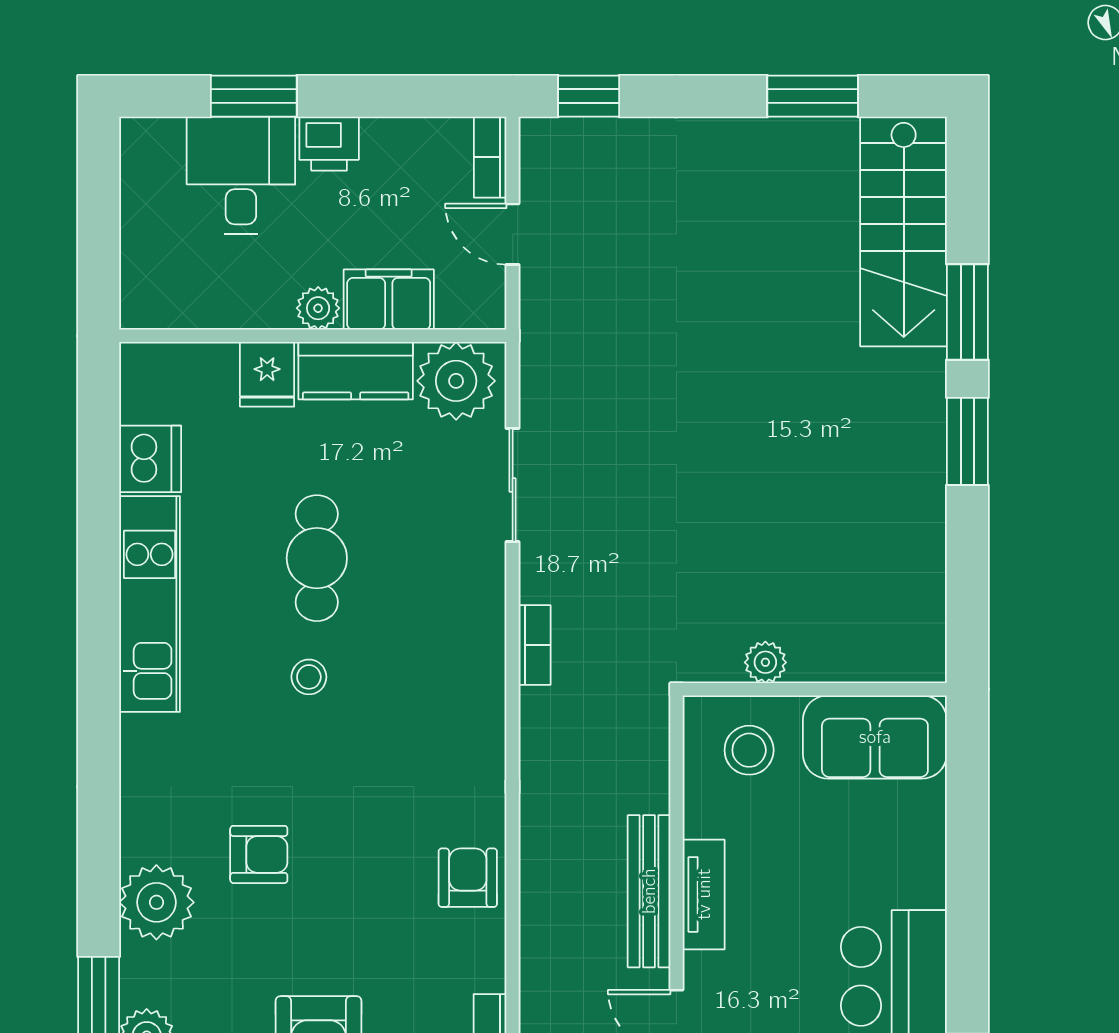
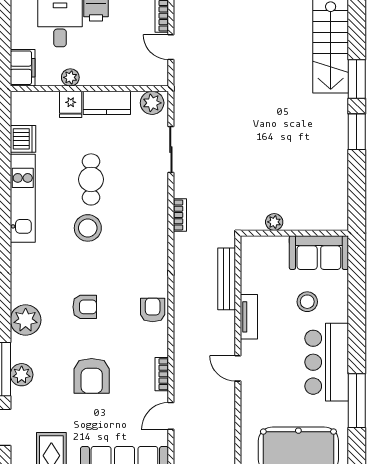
filing cabinet: (389, 300) -> (23, 68), moved, turned 90
plant: (318, 308) -> (70, 77), moved
plant: (456, 381) -> (152, 103), width x0.73, depth x0.73
stool: (309, 677) -> (88, 228), width x1.89, depth x1.89
stool: (749, 750) -> (307, 302), moved
armchair: (259, 854) -> (85, 307), moved
bench: (649, 891) -> (227, 279), moved

